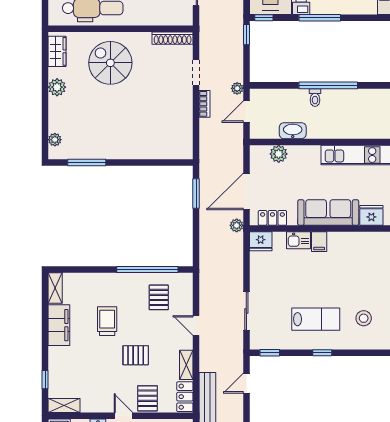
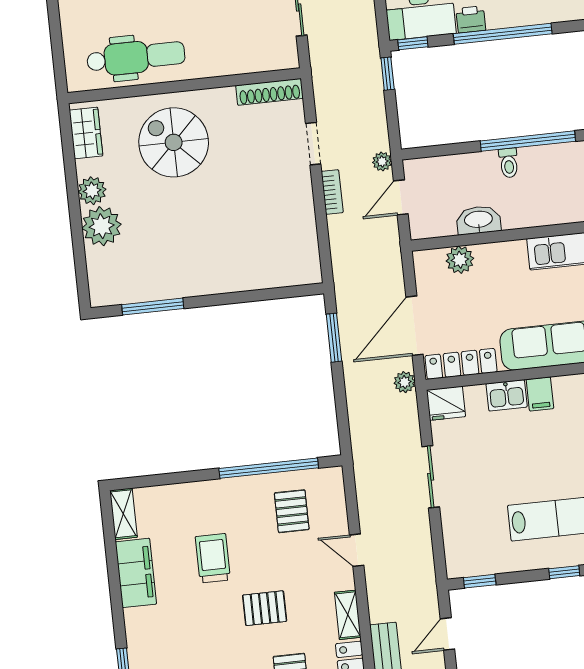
window: (320, 18) -> (503, 34), width x1.46
plant: (55, 140) -> (102, 226), moved, width x1.87, depth x1.87
locker: (272, 218) -> (461, 364), width x1.53
sliding door: (246, 311) -> (431, 477), moved

